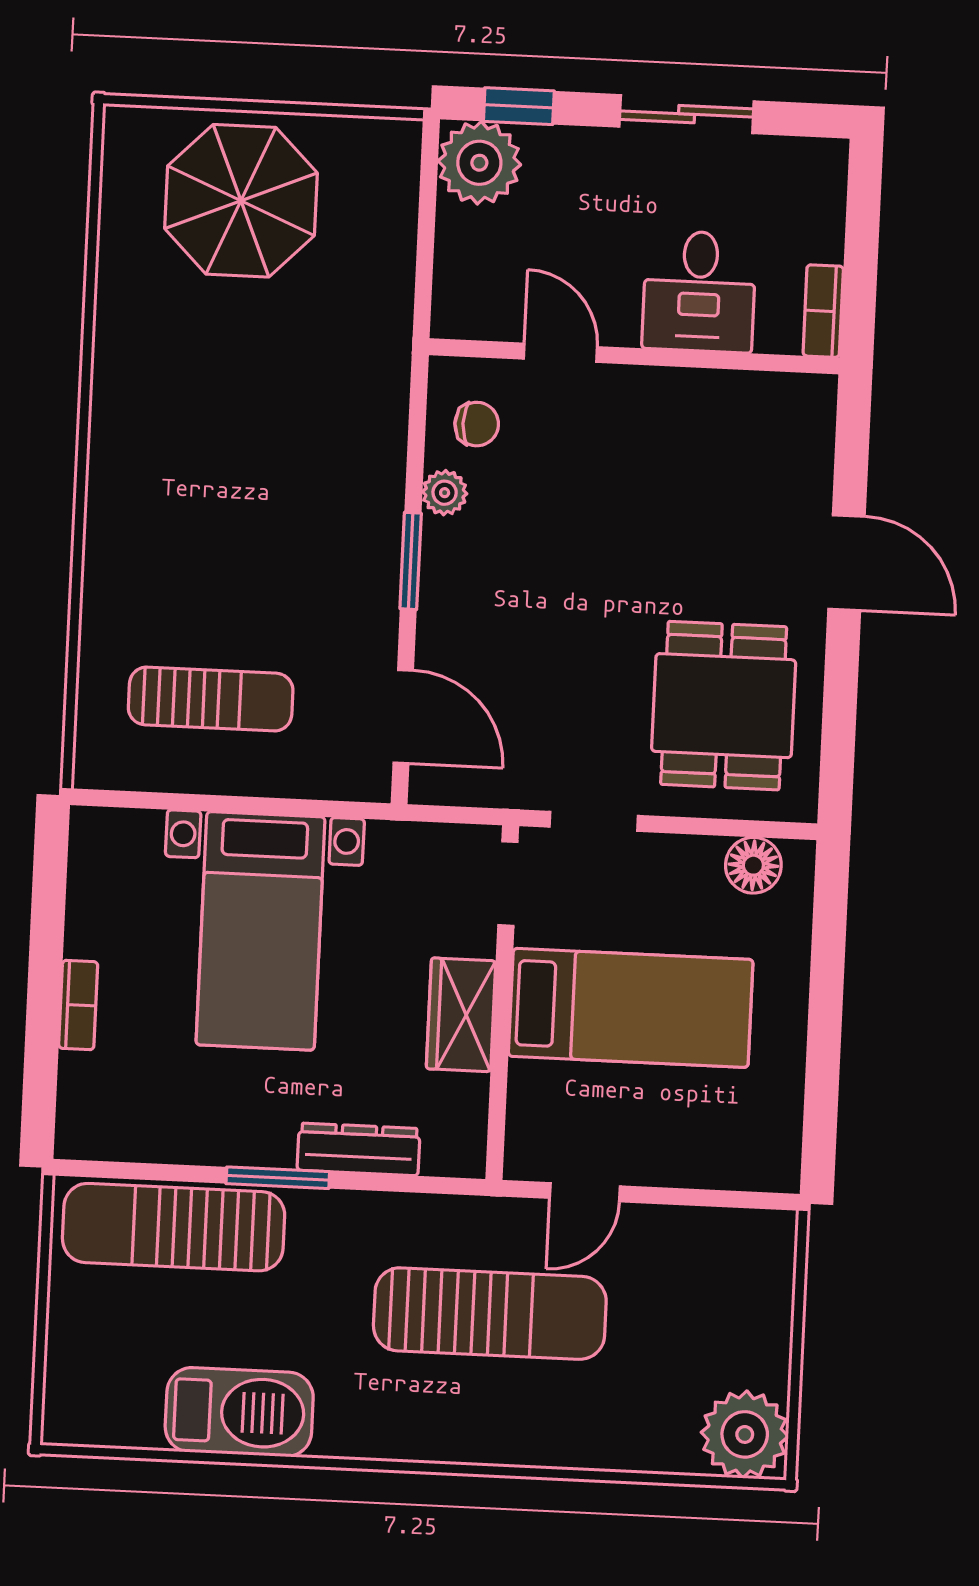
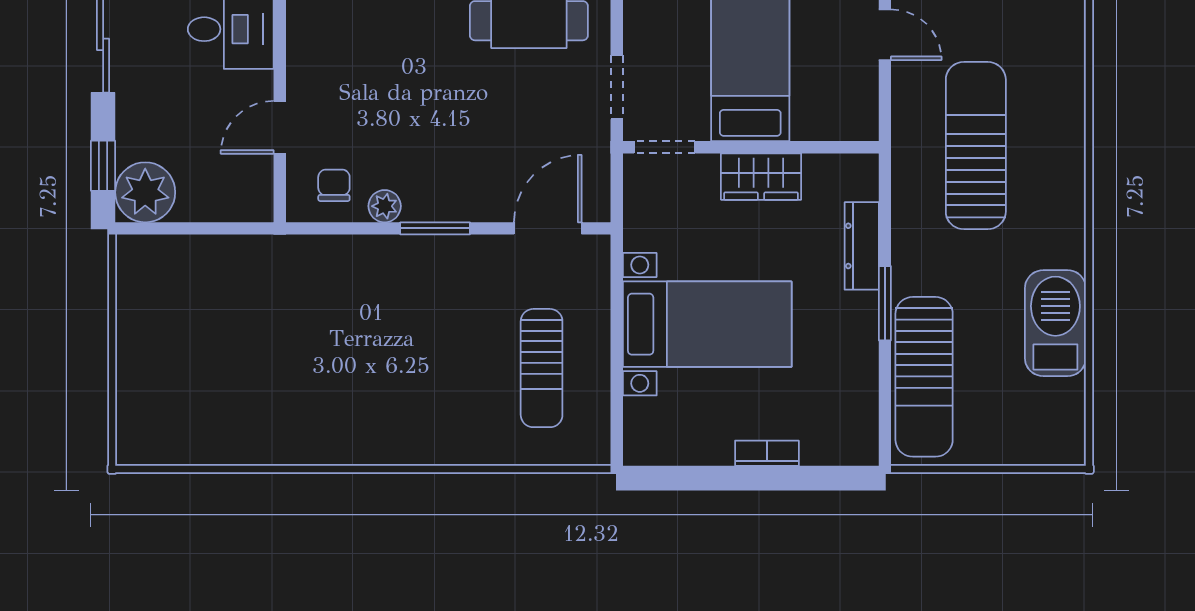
parasol: (241, 201) -> (181, 363), removed
sun lounger: (211, 699) -> (542, 368), turned 180
door: (585, 1192) -> (885, 35), moved

